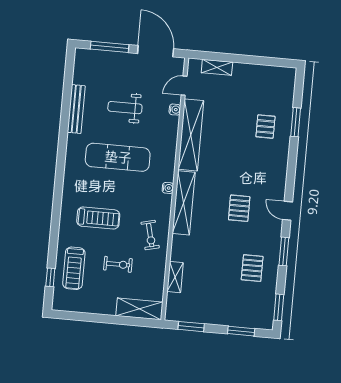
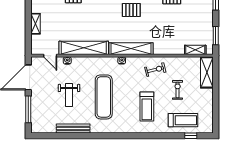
shelving: (217, 67) -> (36, 24), moved
treadmill: (98, 218) -> (147, 106), turned 180
shelving: (175, 277) -> (195, 50), moved

